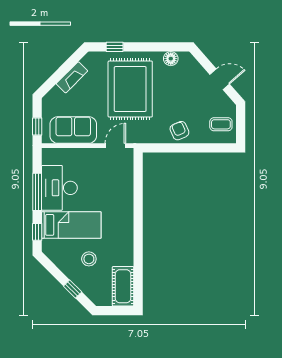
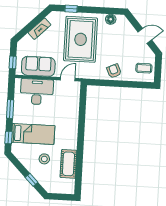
desk: (59, 188) -> (37, 92), moved, turned 90
window: (37, 192) -> (10, 109), width x0.69
cot: (123, 286) -> (68, 164), moved

